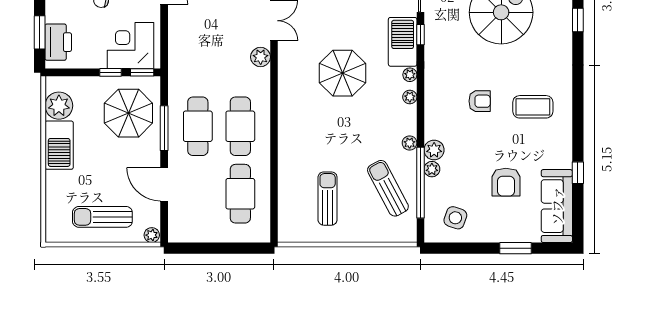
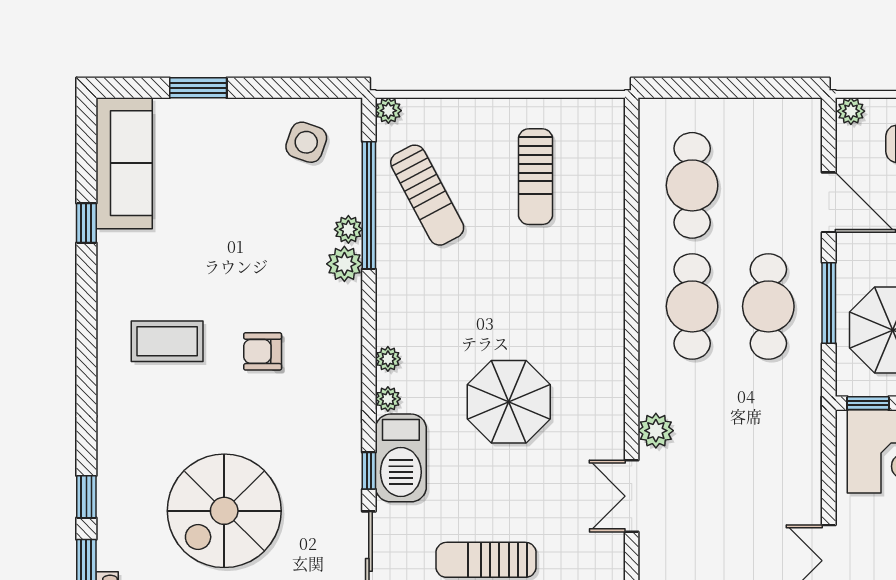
plant: (410, 143) -> (388, 111), moved
armchair: (506, 182) -> (215, 206), removed

